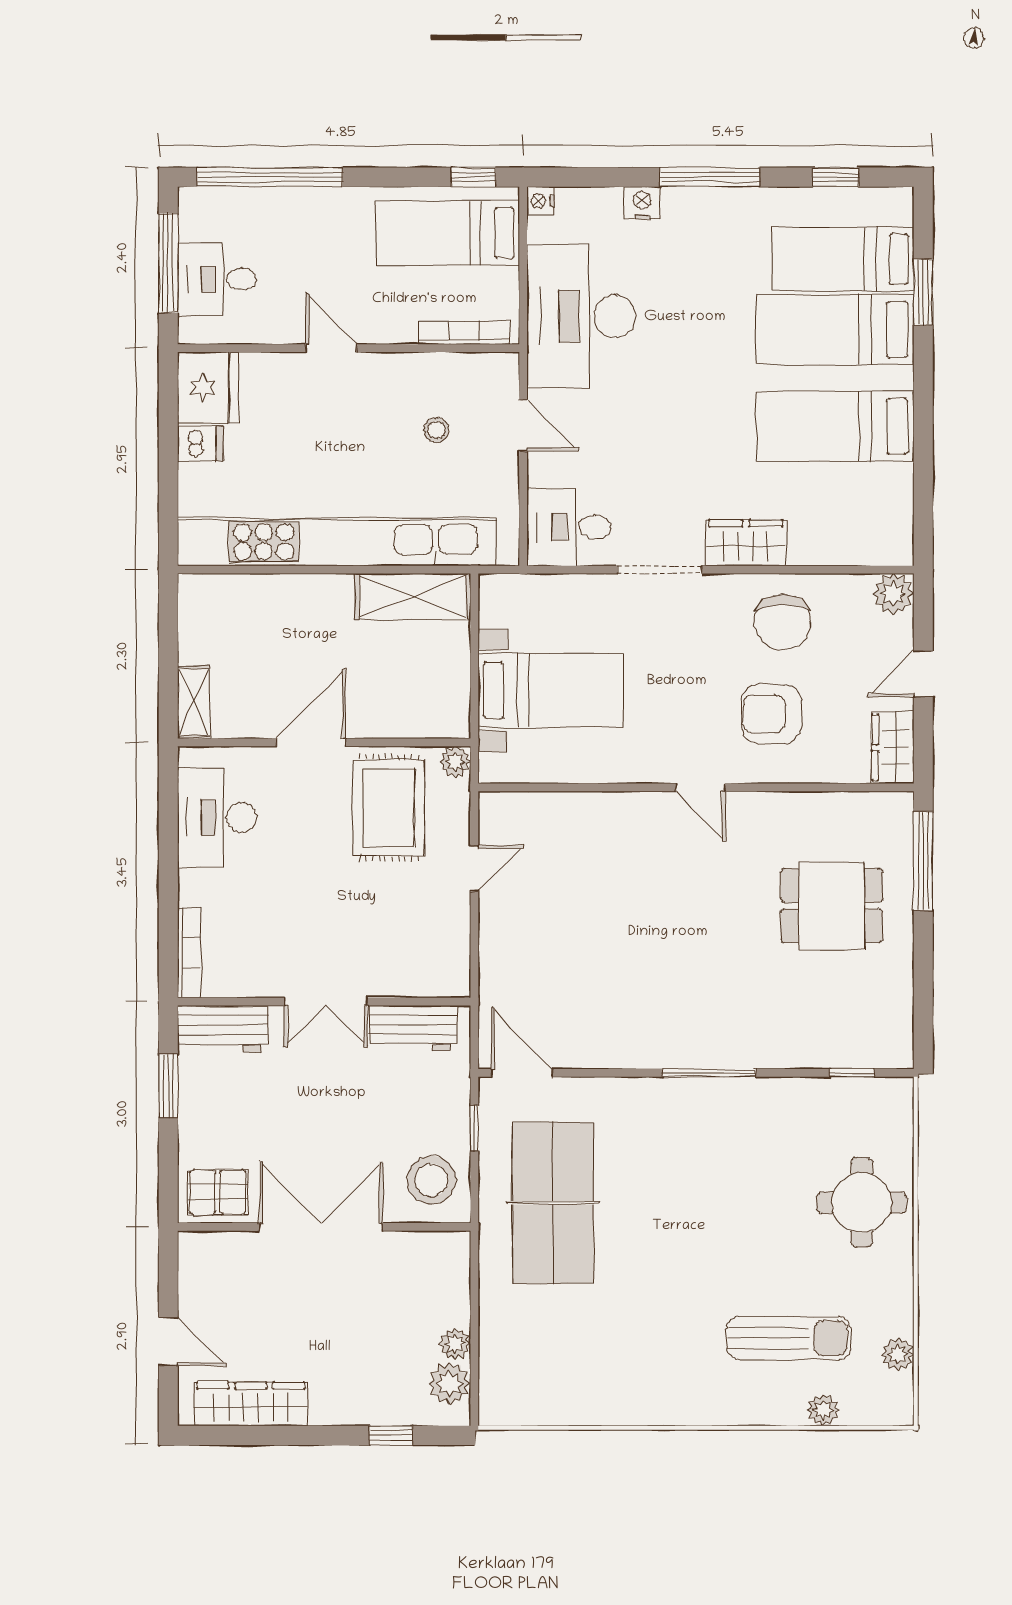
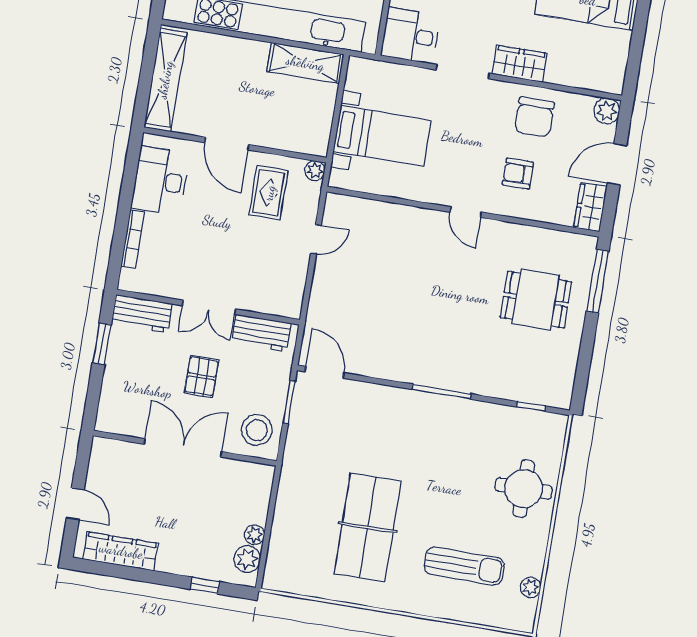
door: (923, 674) -> (617, 164), width x1.37
shelving: (194, 702) -> (165, 80), width x2.20, depth x1.33
armchair: (771, 714) -> (518, 174), width x0.72, depth x0.72
door: (311, 742) -> (227, 144), swing flipped
rug: (389, 808) -> (269, 193), width x0.73, depth x0.70
bookcase: (189, 953) -> (133, 239), moved
window: (474, 1128) -> (289, 402), width x1.50
pallet: (218, 1192) -> (201, 376), moved, turned 90
table tennis table: (553, 1203) -> (368, 527), moved
plant: (823, 1410) -> (478, 615), removed

